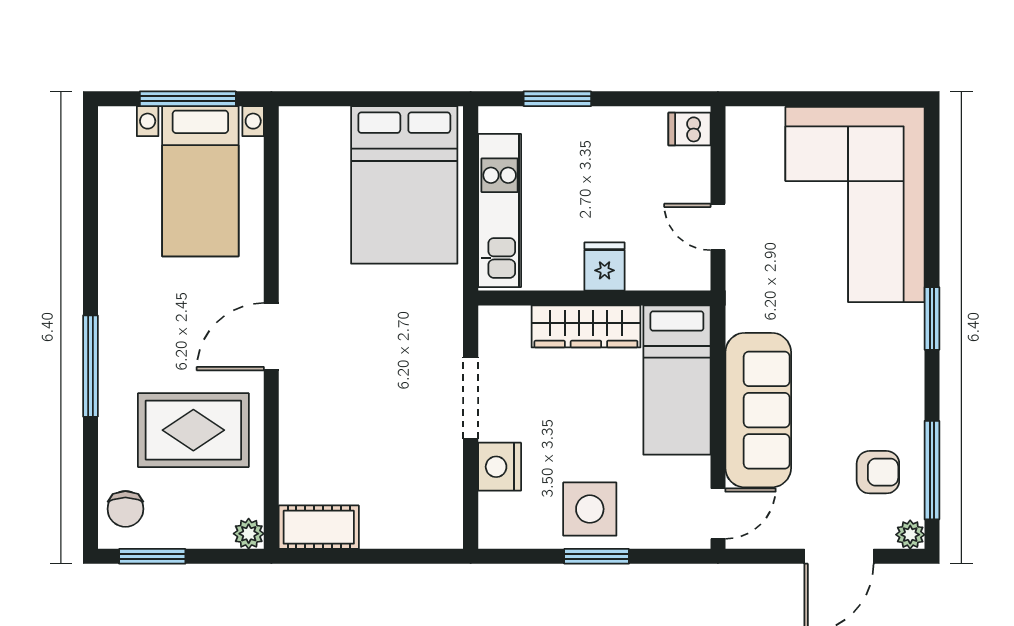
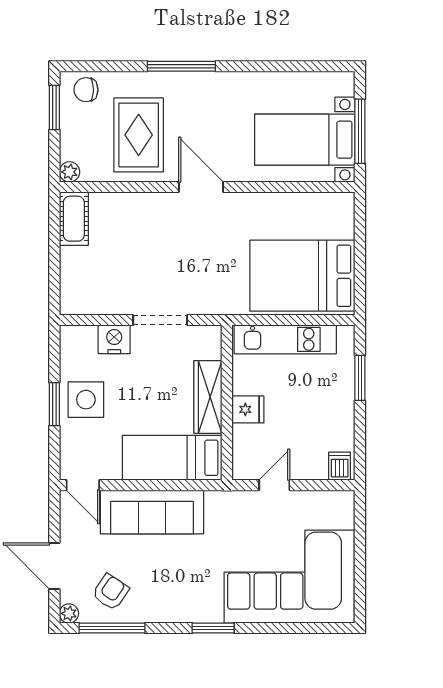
armchair: (878, 472) -> (111, 592), turned -146

